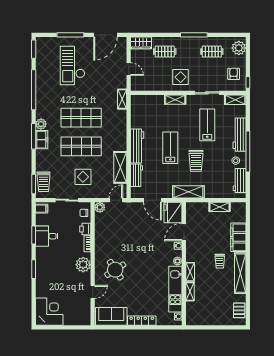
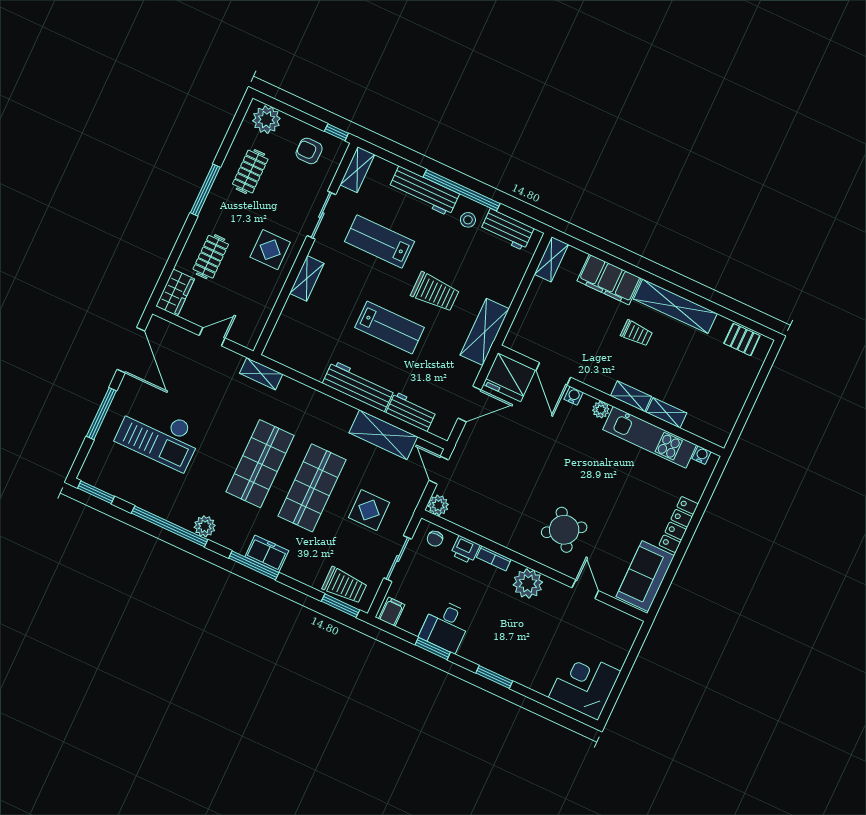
plant: (41, 124) -> (205, 526), moved
lab bench: (170, 148) -> (390, 328), turned 180
shelving: (219, 207) -> (551, 259), moved

